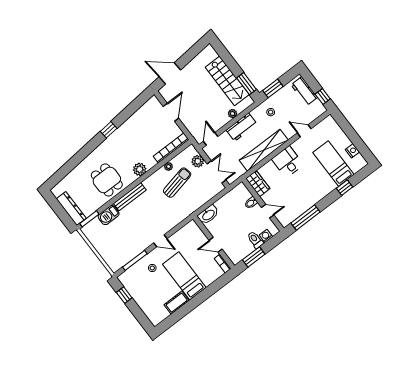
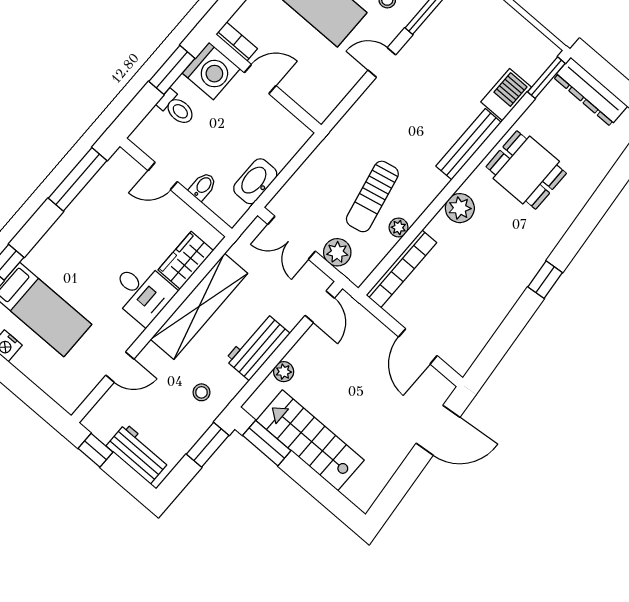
wardrobe: (258, 184) -> (186, 260), moved, turned 90
washbasin: (208, 215) -> (255, 181), moved
washing machine: (266, 236) -> (211, 71), moved, width x1.89, depth x1.89

